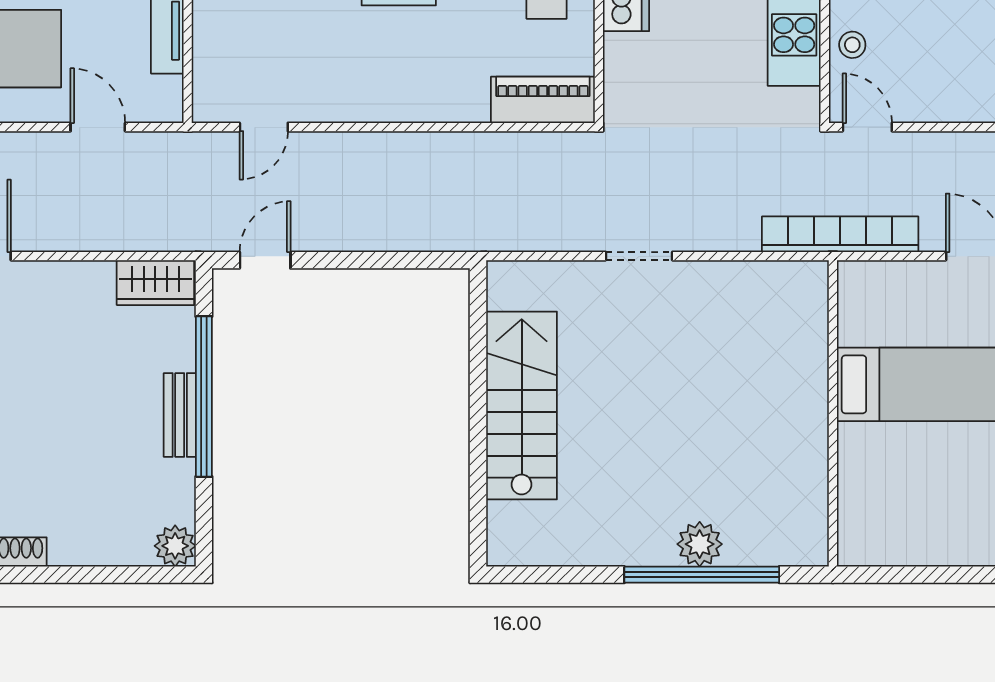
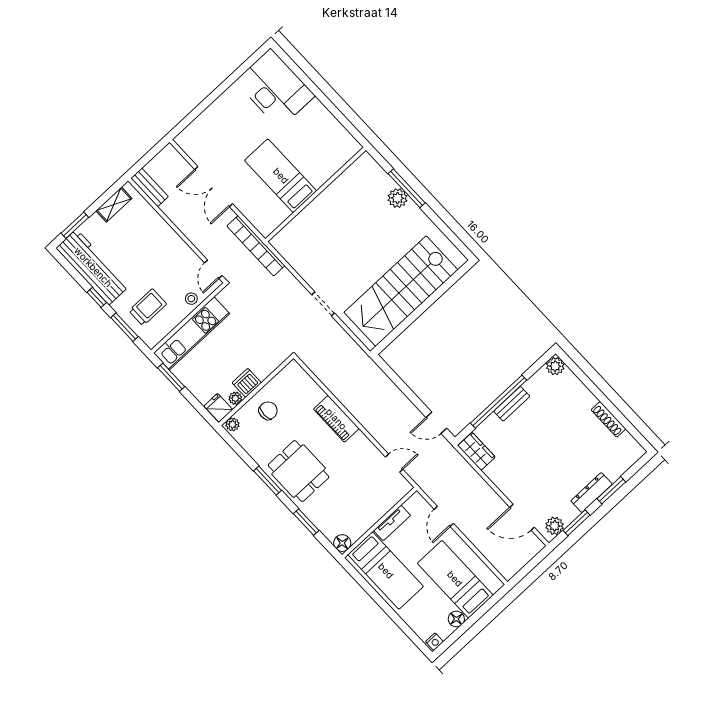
piano: (543, 100) -> (336, 419), moved
stairs: (522, 406) -> (401, 291), width x1.36, depth x1.51
window: (702, 575) -> (407, 188), width x0.68

